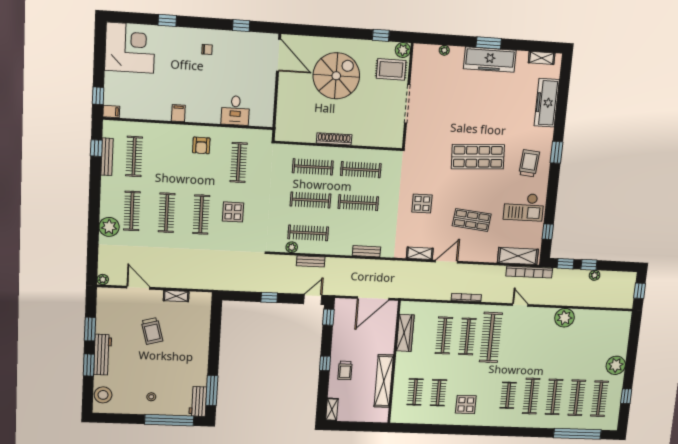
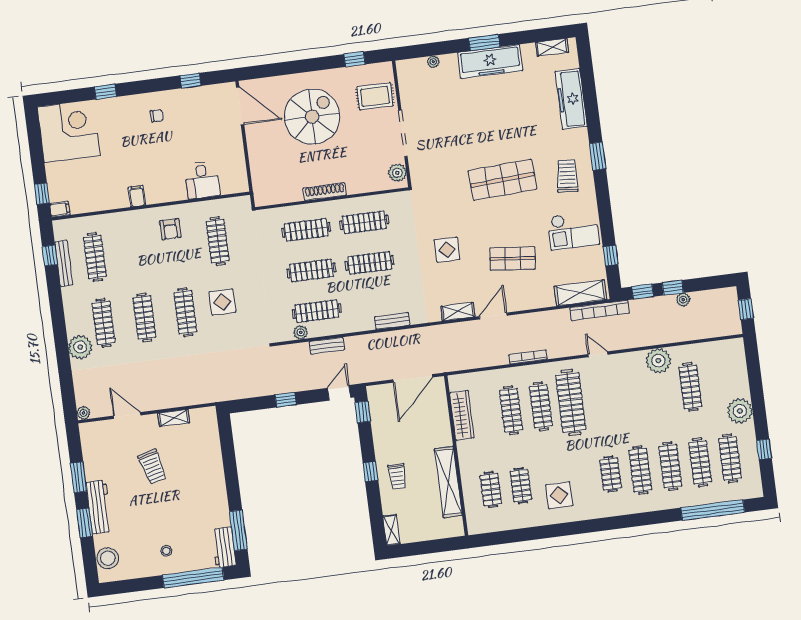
plant: (403, 50) -> (397, 173), moved
clothes rail: (584, 341) -> (690, 387), added

